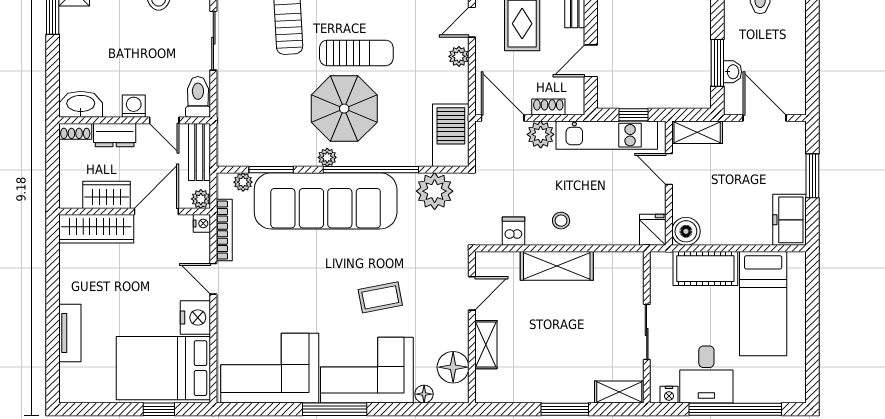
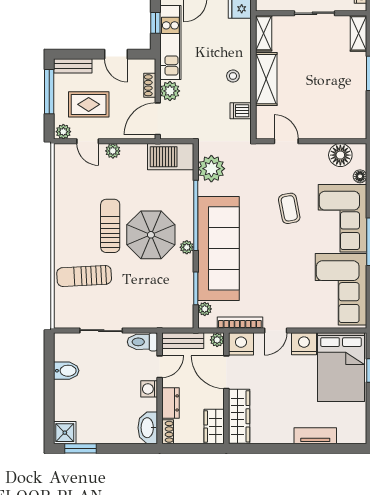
wardrobe: (107, 195) -> (214, 426), moved
nightstand: (202, 223) -> (241, 344), width x1.89, depth x1.79
shelving: (486, 345) -> (264, 33), moved, turned 90

